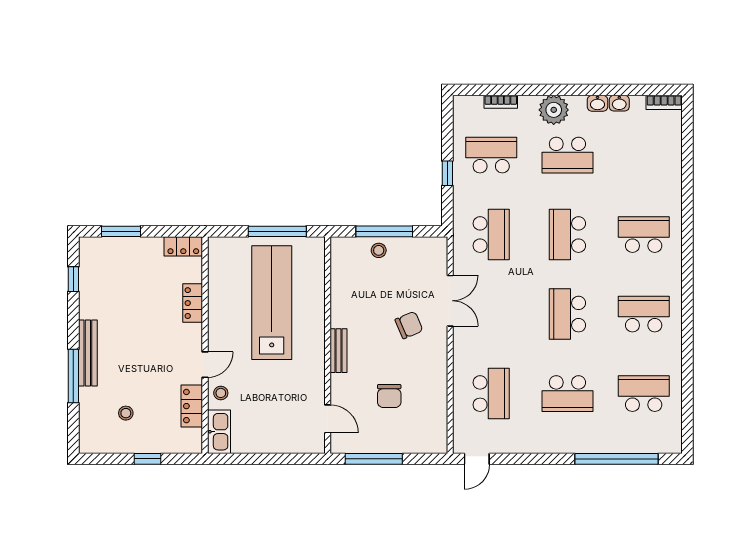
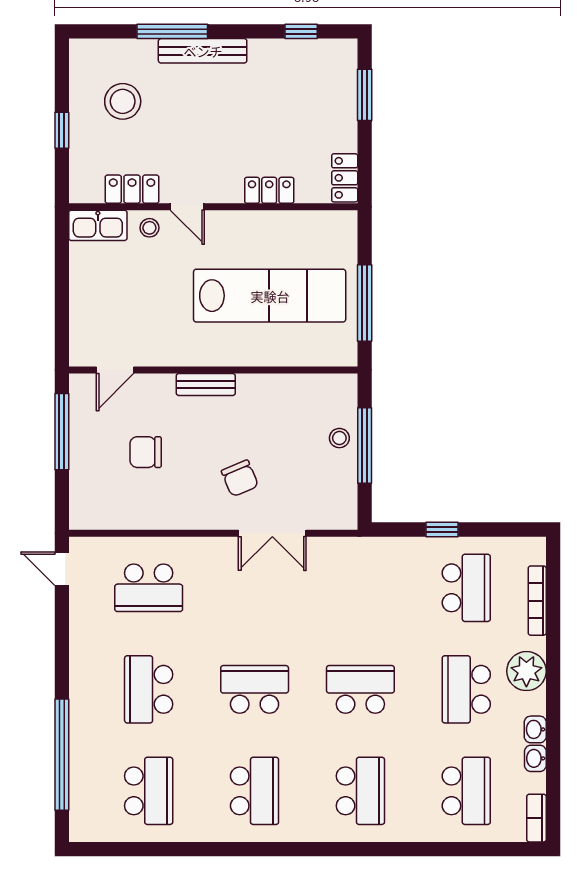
bookcase: (501, 102) -> (537, 601), width x1.56
school desk: (491, 235) -> (466, 791), moved, turned -90
stool: (126, 413) -> (123, 101), width x1.89, depth x1.89

